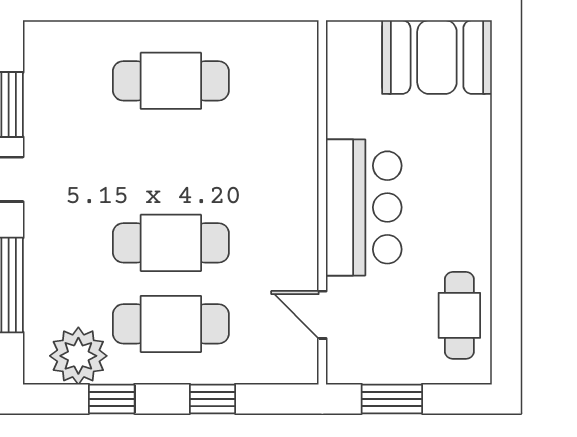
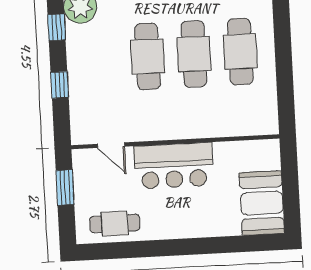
door: (322, 315) -> (111, 145), swing flipped
cafe table: (171, 324) -> (194, 54), moved

